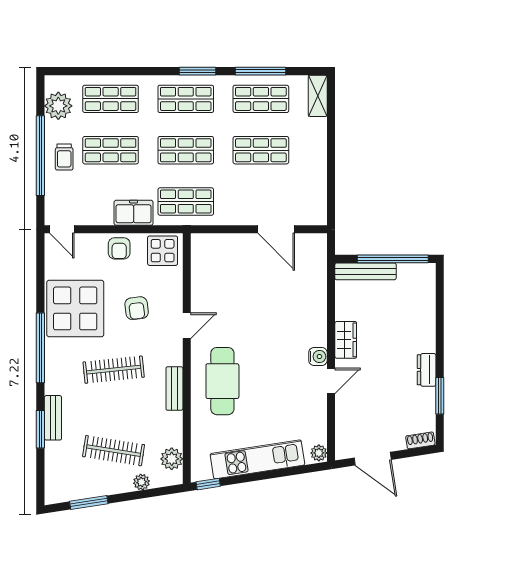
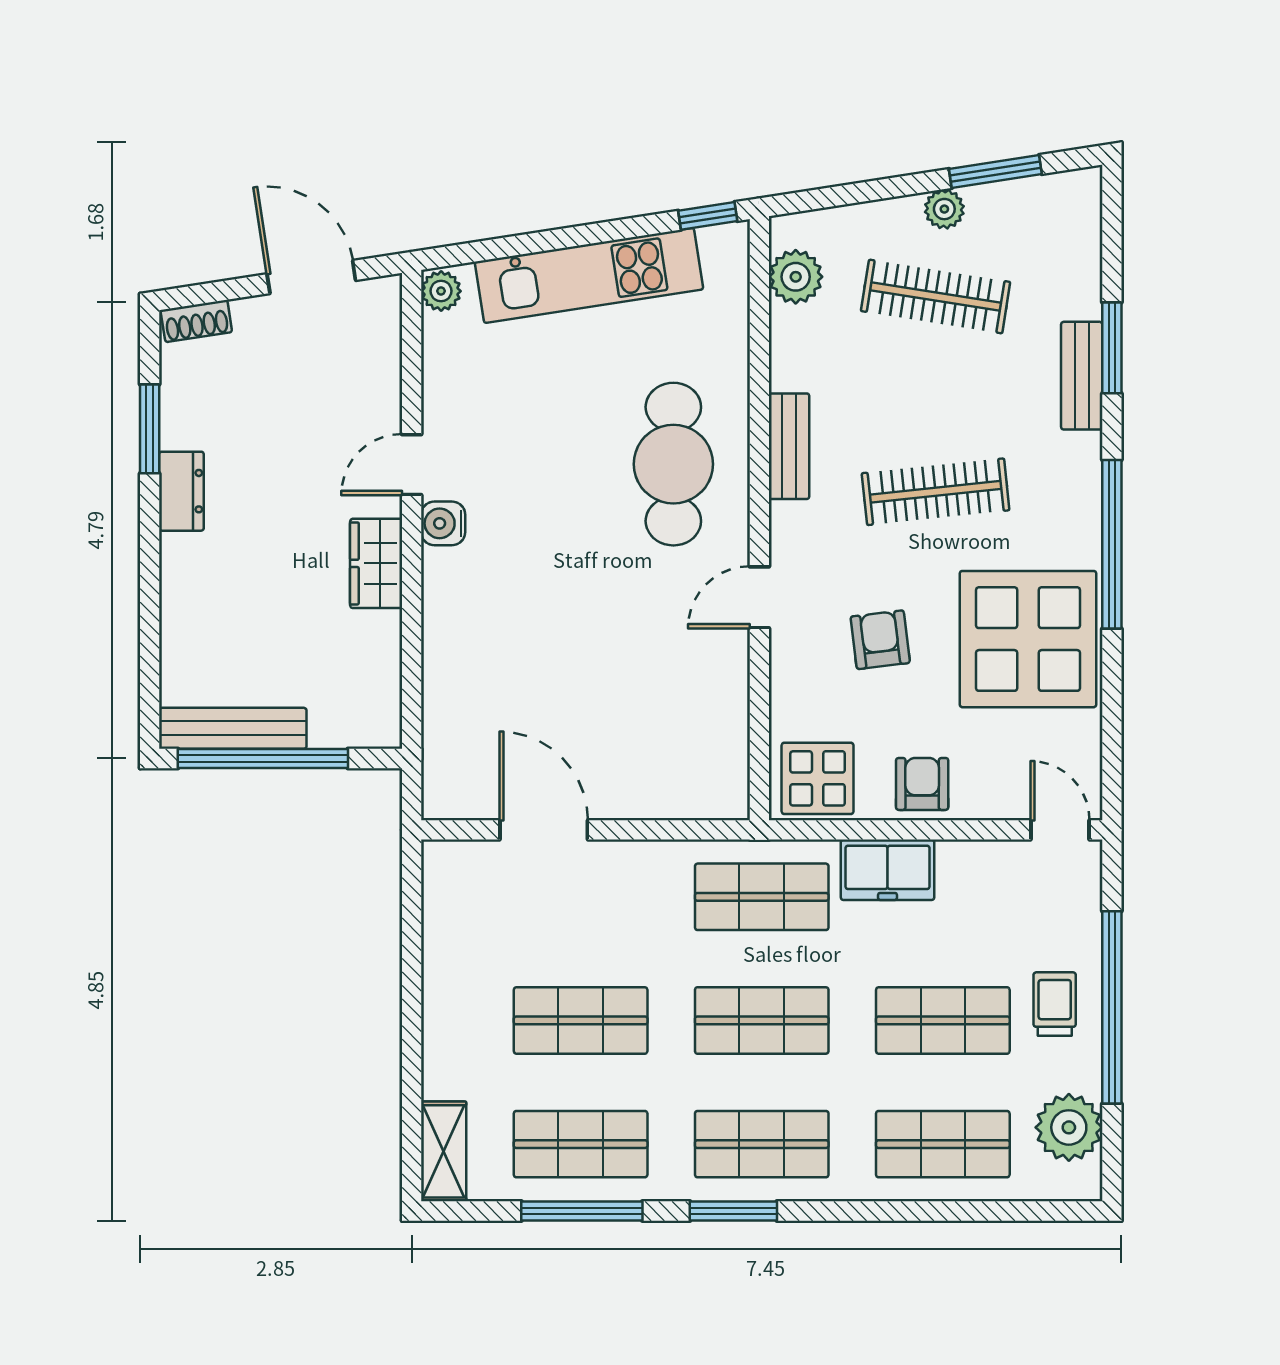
bench: (366, 271) -> (233, 728), moved
plant: (142, 482) -> (944, 209), moved

